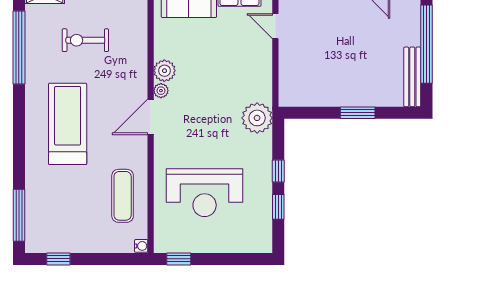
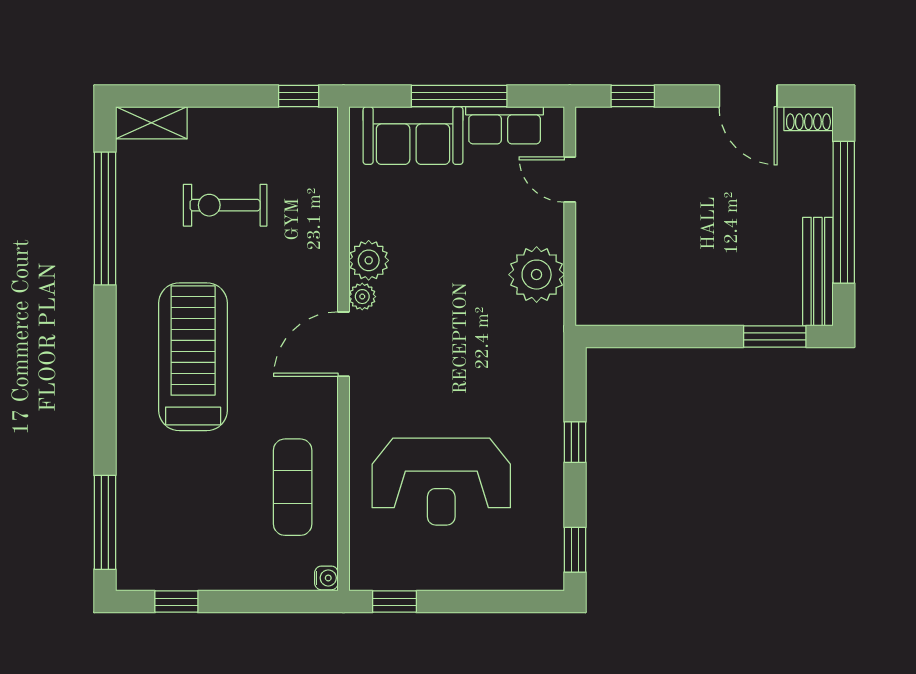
window: (358, 113) -> (775, 336), moved
plant: (257, 118) -> (537, 275), moved
window: (278, 207) -> (575, 550), moved

